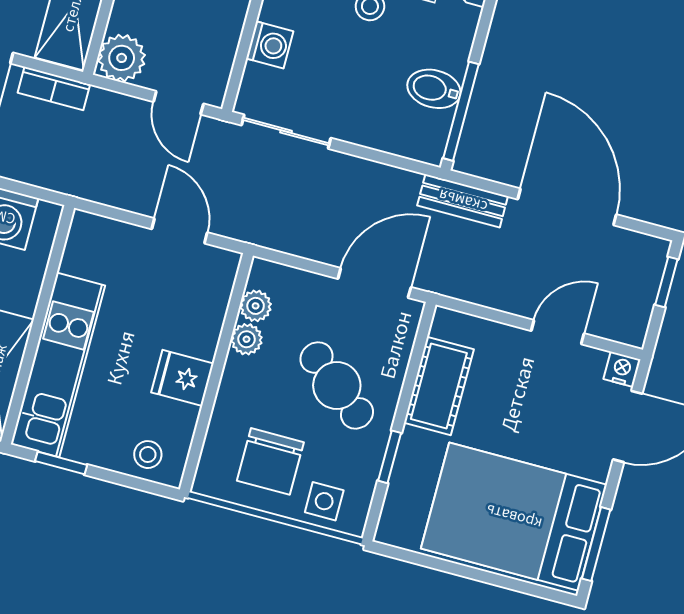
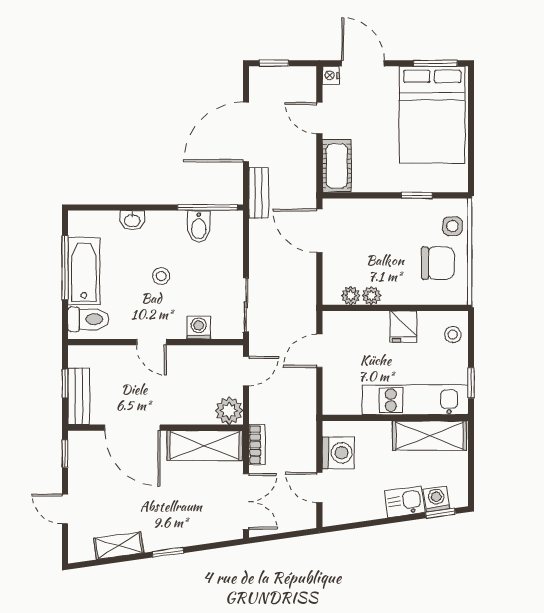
cafe table: (337, 385) -> (384, 237), removed
cot: (439, 386) -> (337, 166), moved, turned 90

